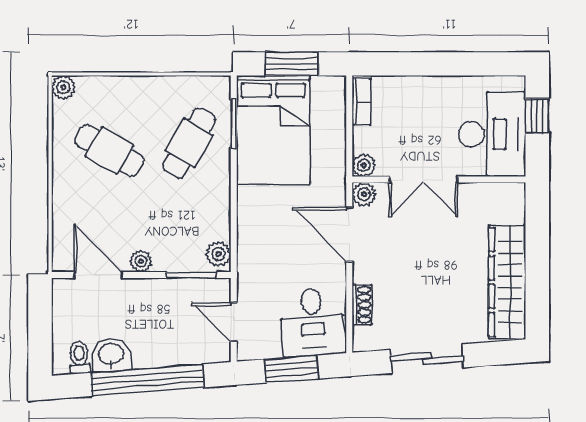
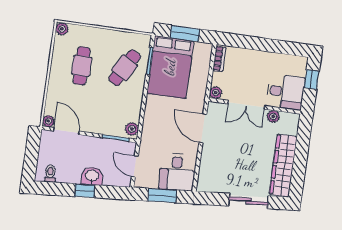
desk: (492, 134) -> (285, 92), width x0.73
cafe table: (109, 151) -> (82, 66), turned 60
plant: (364, 194) -> (273, 116), moved
plant: (141, 261) -> (48, 121), moved
shoe rack: (362, 305) -> (204, 167), removed
washbasin: (111, 355) -> (92, 176), moved
sliding door: (427, 359) -> (248, 201), moved
window: (147, 380) -> (85, 191), width x0.32

